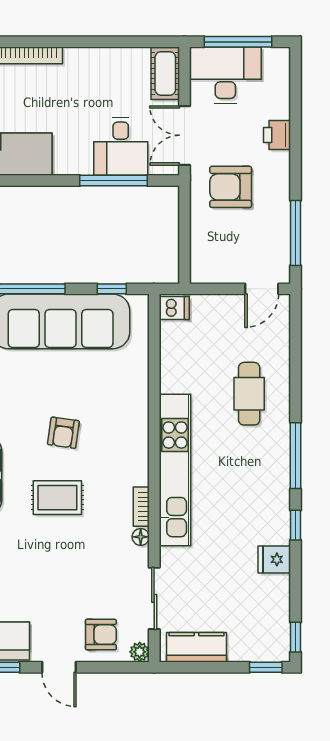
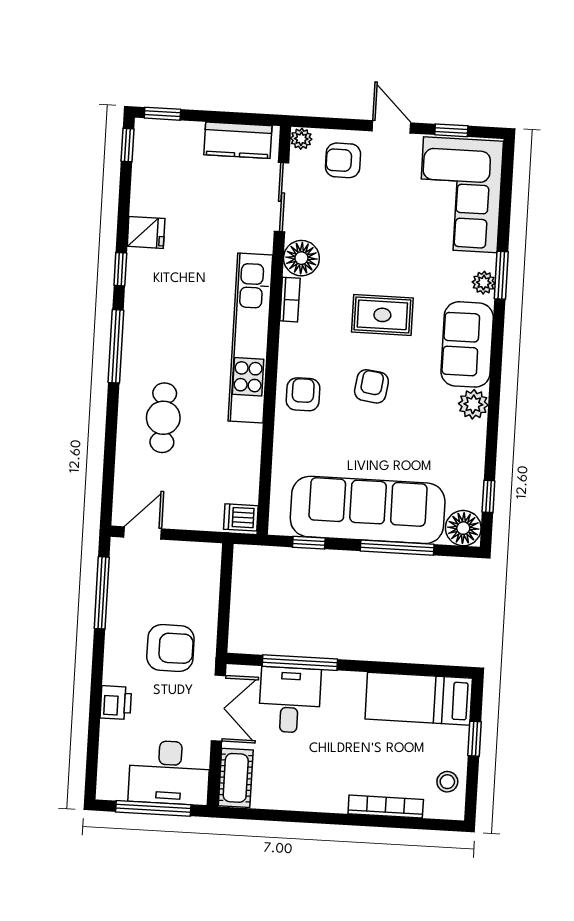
armchair: (125, 422) -> (303, 394), added
floor lamp: (141, 537) -> (301, 258), width x1.89, depth x1.89

